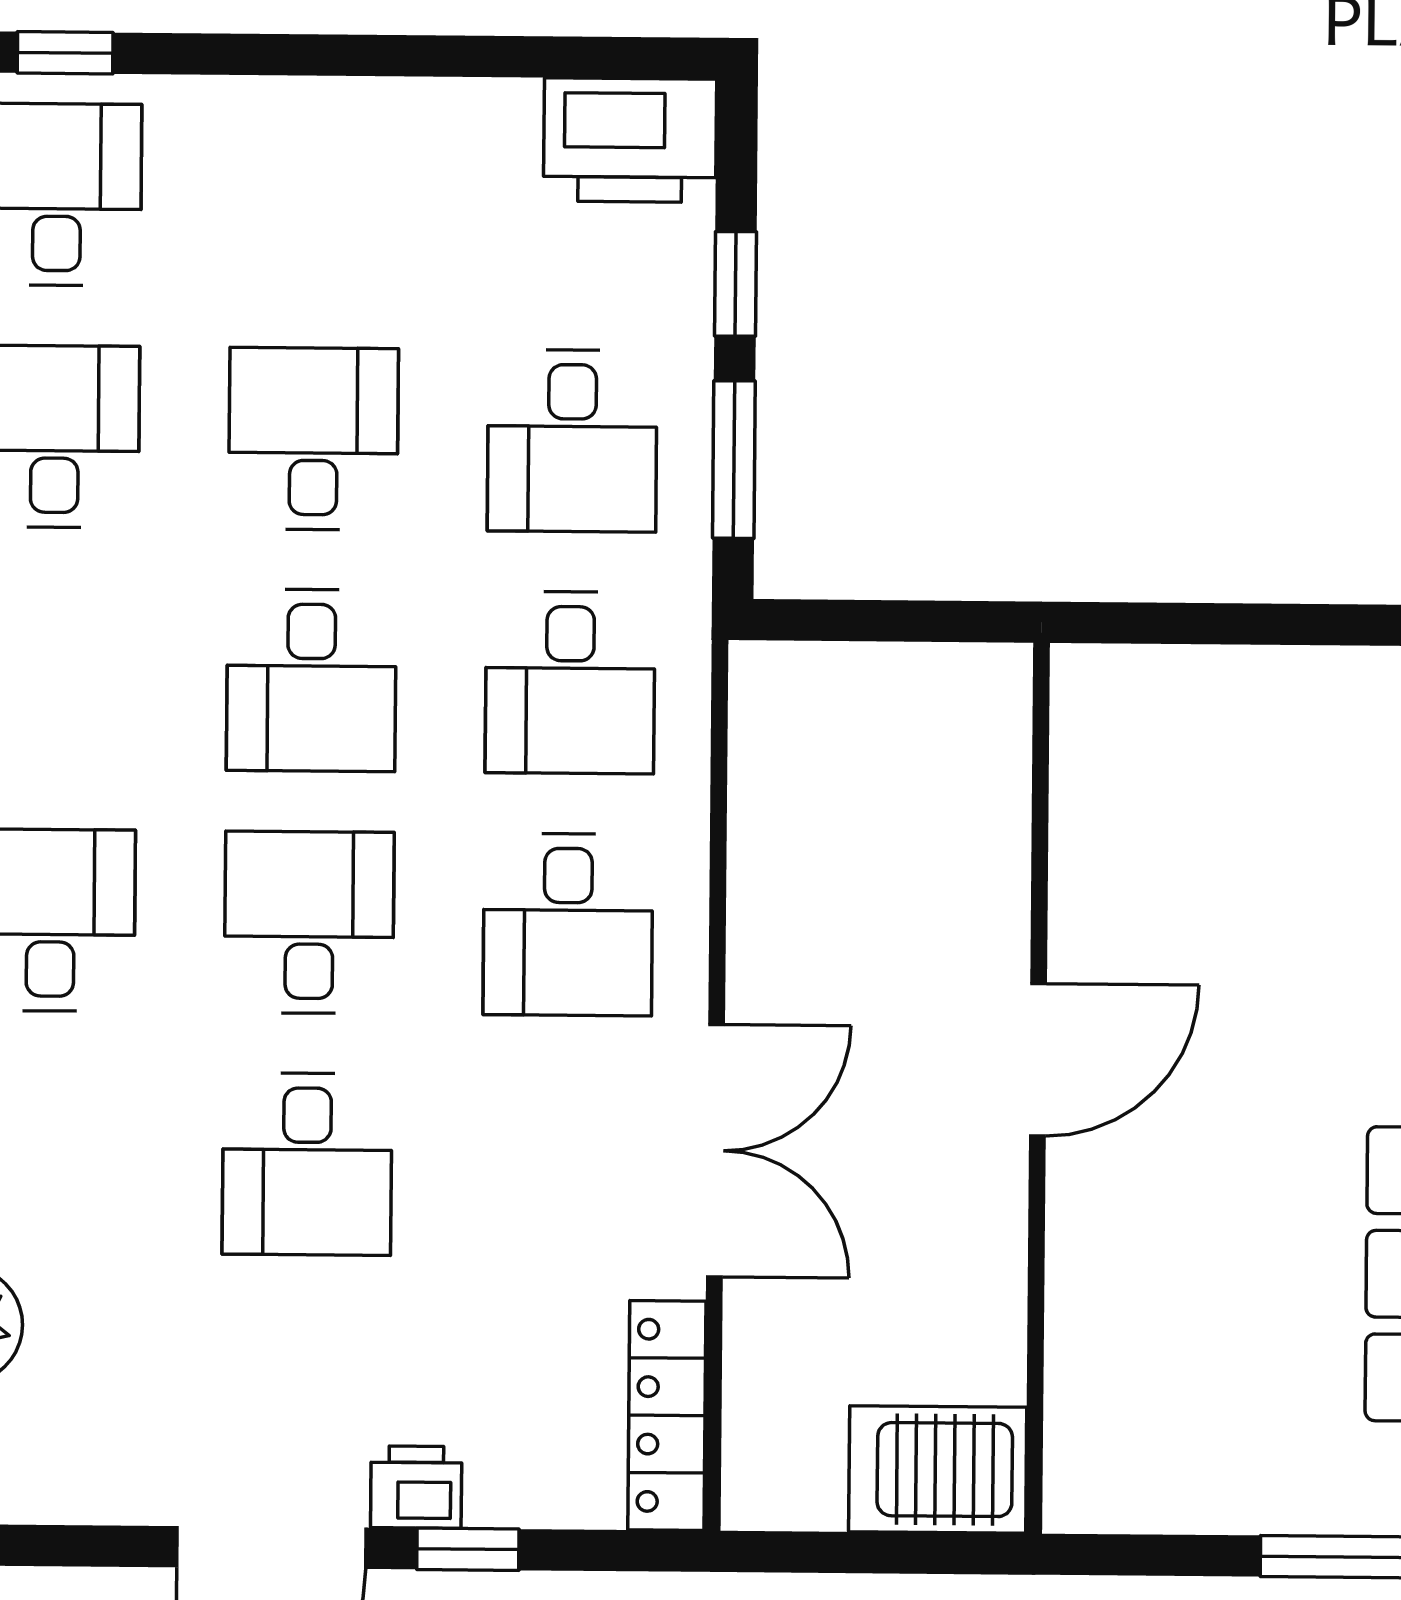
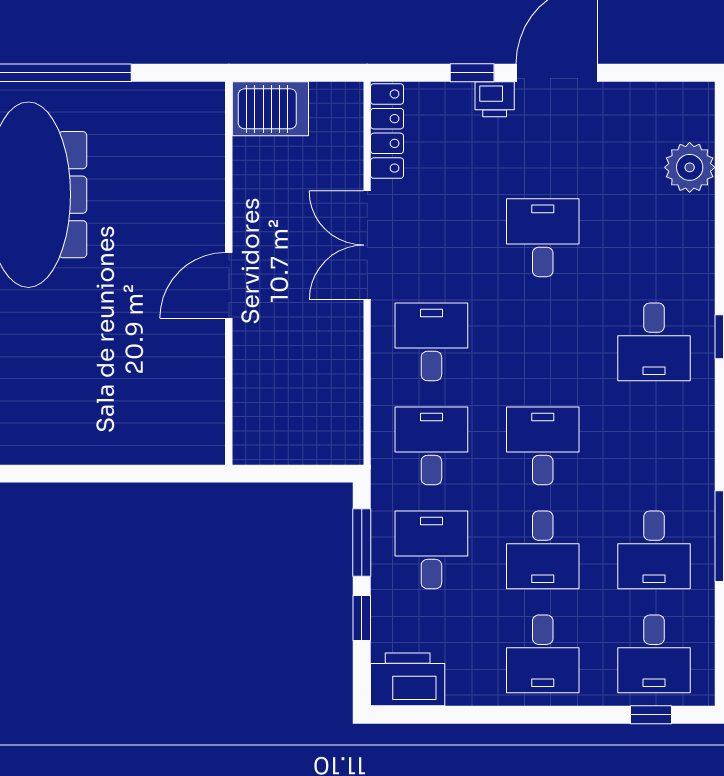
desk: (309, 922) -> (543, 654), moved

